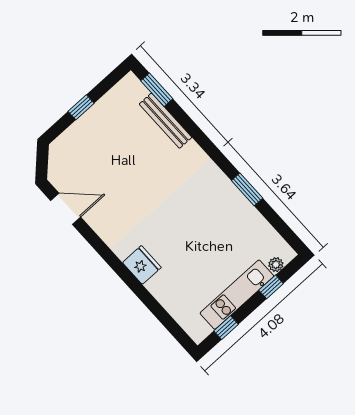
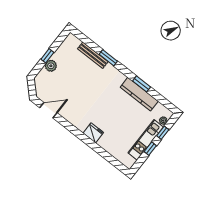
window: (157, 90) -> (108, 58), moved
plant: (84, 127) -> (51, 66), added
kitchen counter: (239, 208) -> (139, 94), added
window: (226, 328) -> (150, 149), moved

